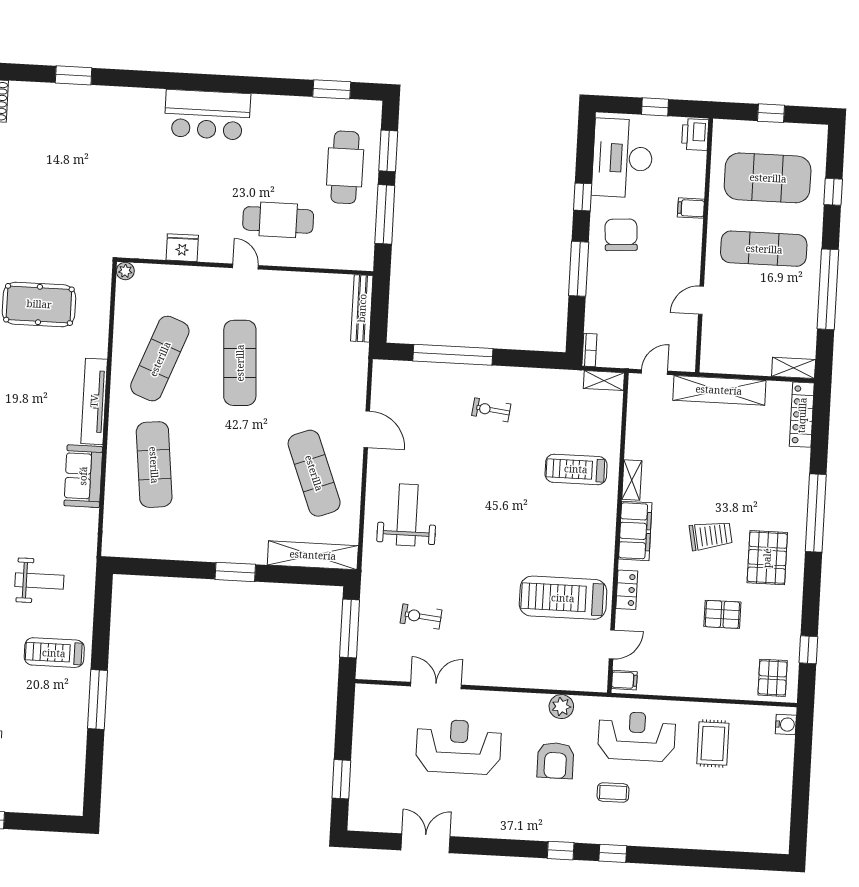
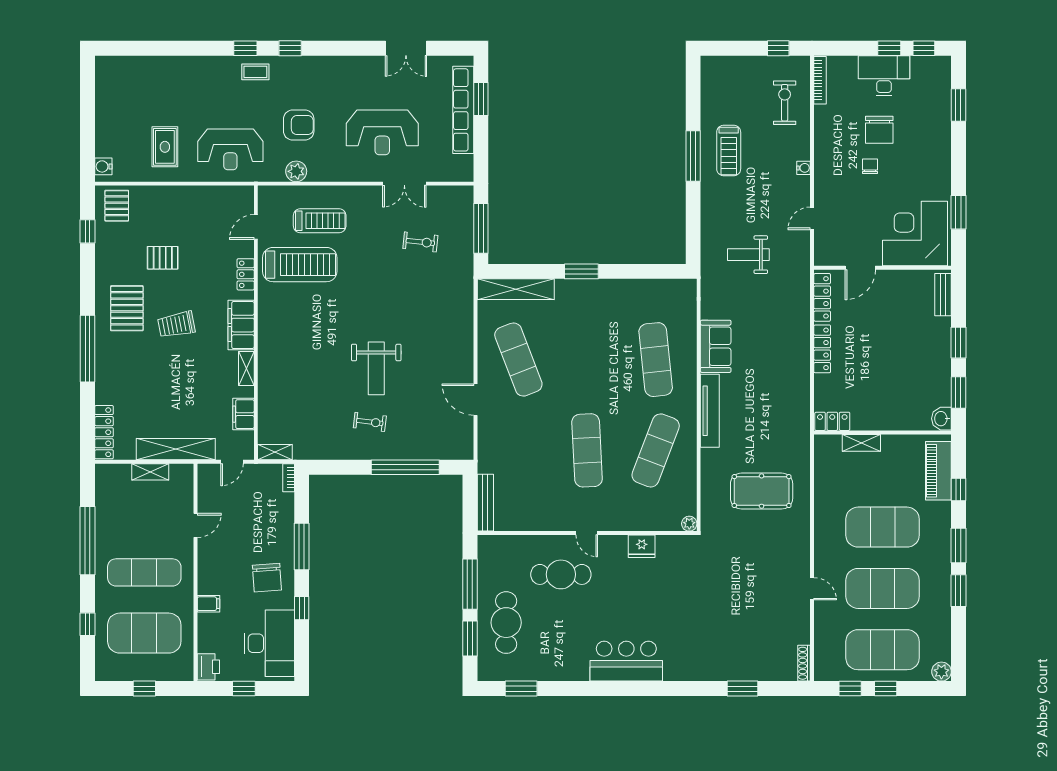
shelving: (794, 368) -> (150, 472), moved
treadmill: (576, 469) -> (320, 221), moved
weight bench: (407, 515) -> (376, 368), moved
treadmill: (54, 653) -> (729, 151), moved, turned 90
filing cabinet: (624, 680) -> (243, 414), moved, width x2.00
armchair: (555, 760) -> (299, 125), turned 90
row of seats: (363, 768) -> (463, 110), added
coffee table: (613, 792) -> (255, 72), moved

